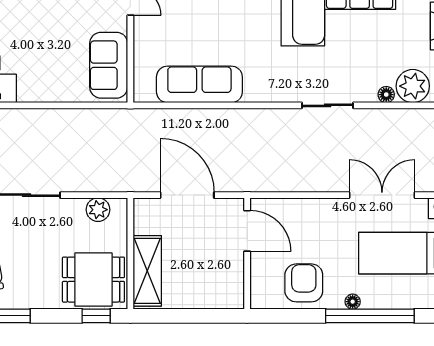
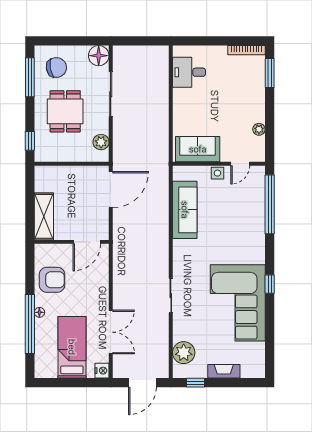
side table: (144, 36) -> (217, 173), added
floor lamp: (386, 95) -> (178, 335), removed
door: (187, 195) -> (111, 190), moved
shelving: (147, 271) -> (44, 216), moved, turned 90
dining table: (93, 280) -> (65, 111), moved

